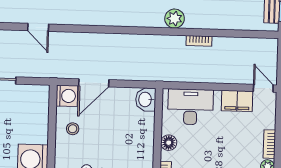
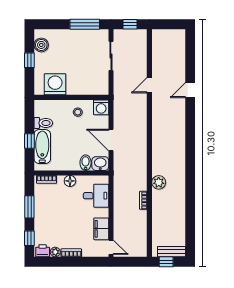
door: (94, 83) -> (111, 140), moved
door: (263, 88) -> (111, 247), hinge flipped
desk: (190, 107) -> (96, 196), width x0.73
bidet: (144, 120) -> (86, 163), added

